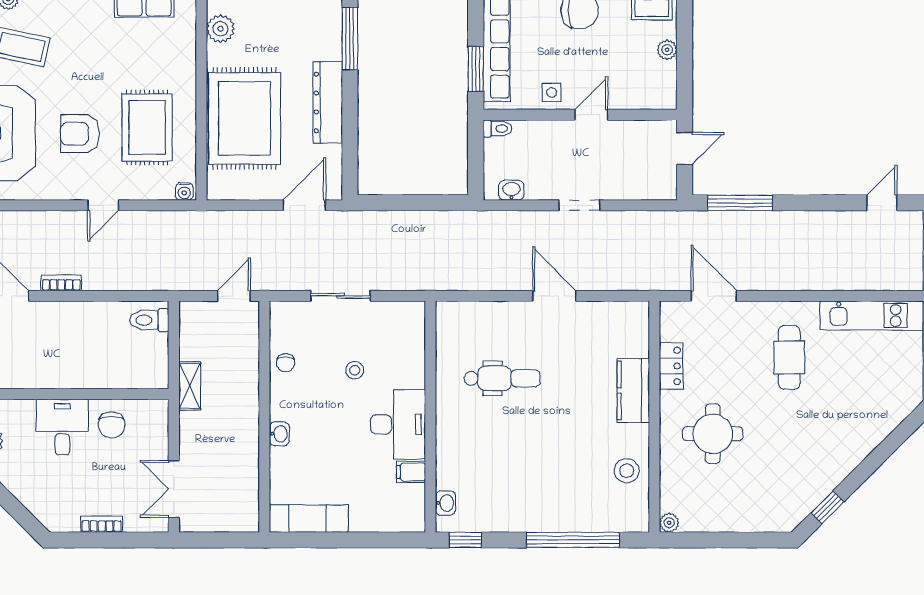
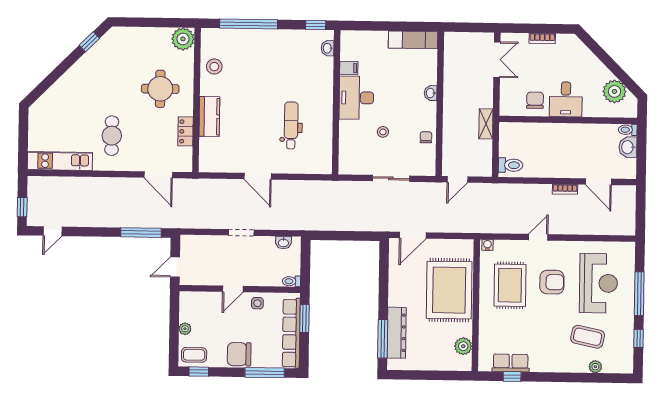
dresser: (328, 102) -> (397, 333), moved
dental chair: (502, 378) -> (291, 125), turned 90
plant: (669, 523) -> (183, 39), width x1.88, depth x1.88

